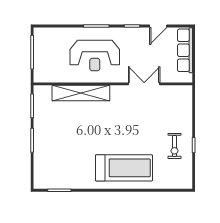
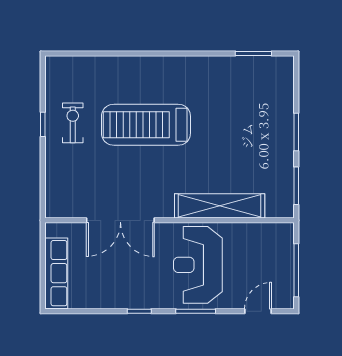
door: (158, 26) -> (258, 311), moved
reception desk: (95, 56) -> (198, 265), turned -90
double door: (144, 84) -> (120, 220), width x1.37
treadmill: (124, 168) -> (146, 125), moved

